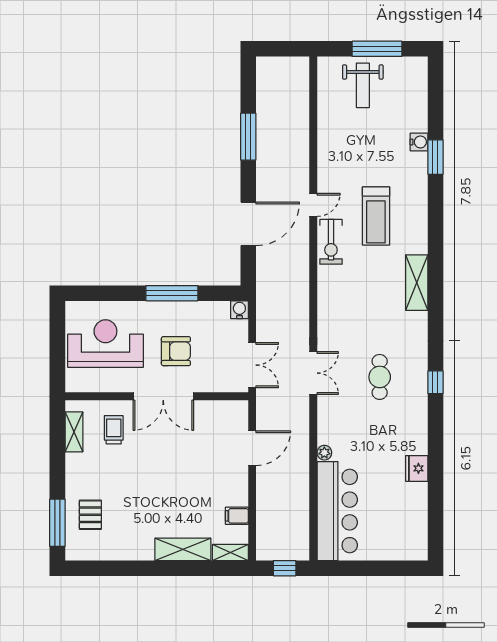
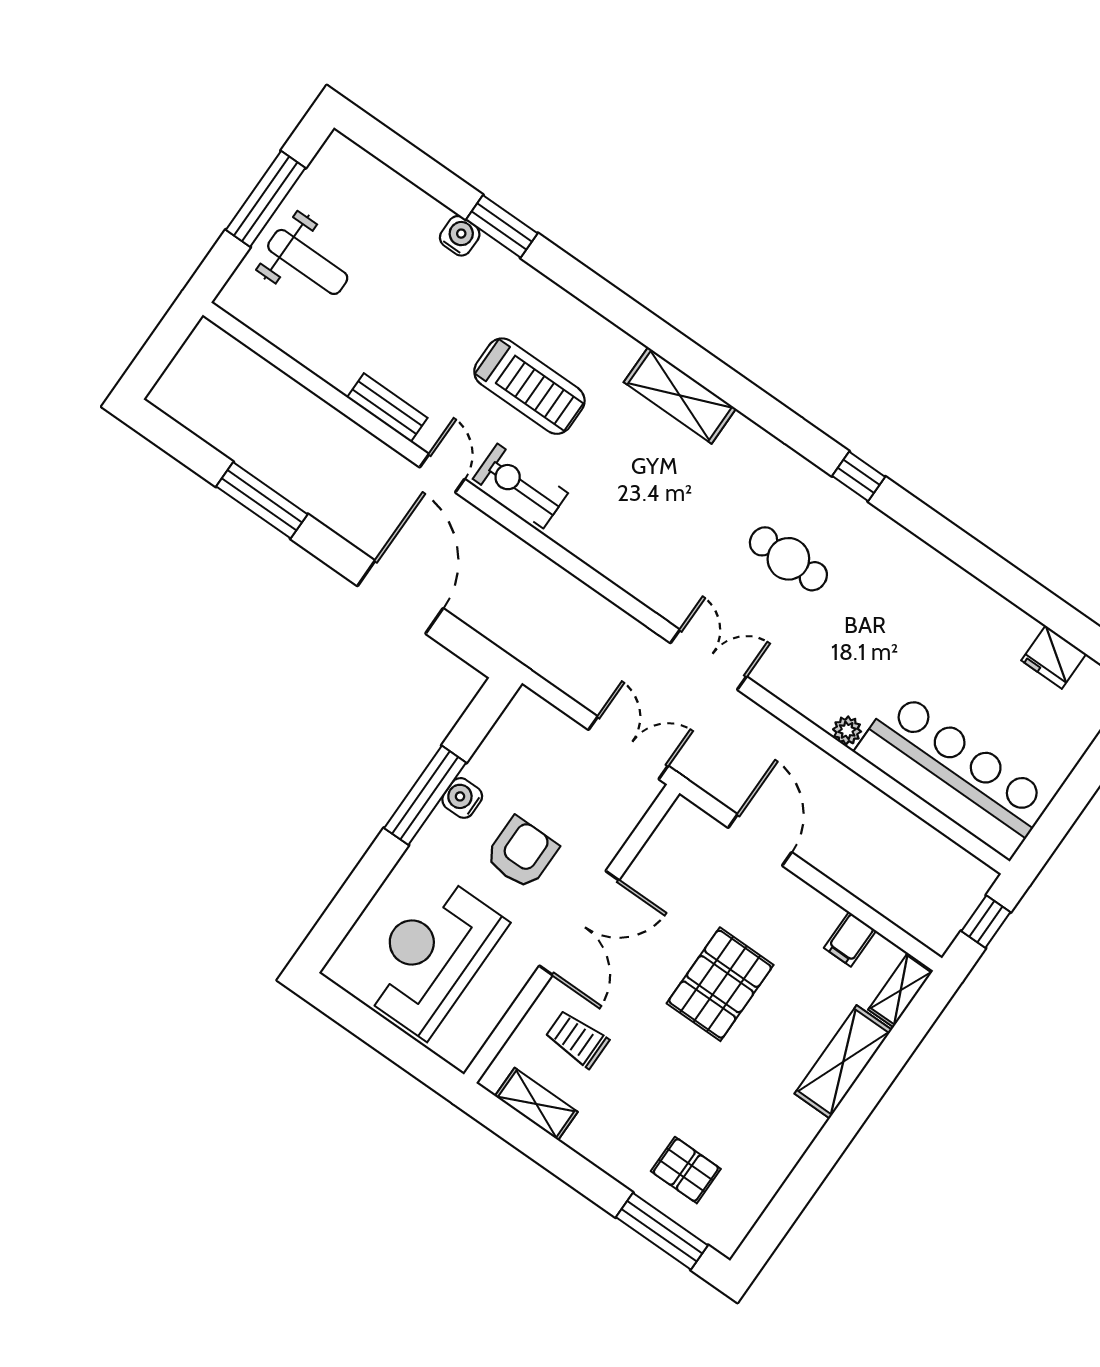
bench: (325, 162) -> (387, 408), added
exercise bike: (331, 242) -> (520, 486), turned 180
water cooler: (239, 310) -> (462, 798), moved
fridge: (417, 468) -> (1054, 657), moved
pallet: (179, 474) -> (720, 984), added

